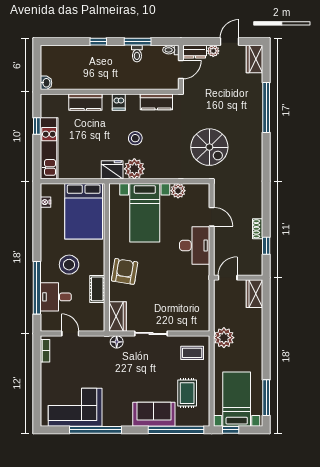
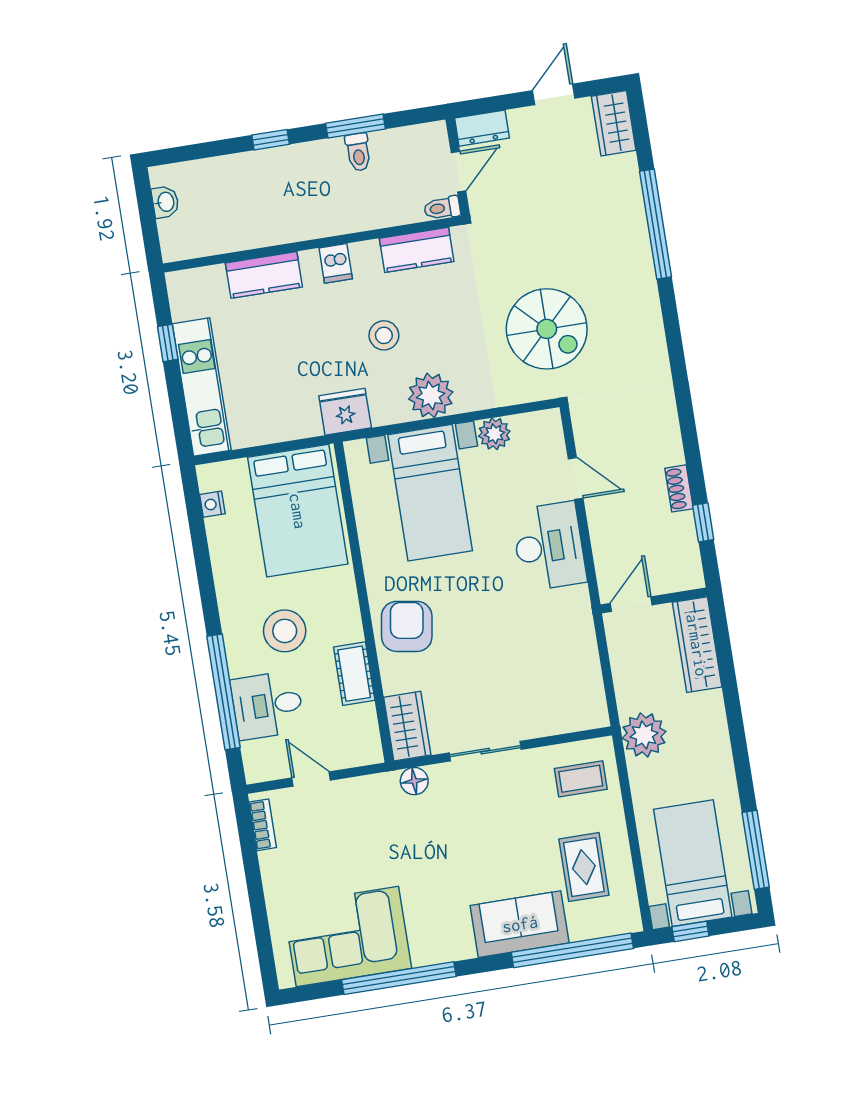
toilet: (171, 50) -> (442, 208), moved
plant: (213, 51) -> (522, 120), removed
washbasin: (46, 83) -> (165, 202), moved
plant: (134, 169) -> (431, 395), moved
wardrobe: (254, 294) -> (697, 645), width x1.50

